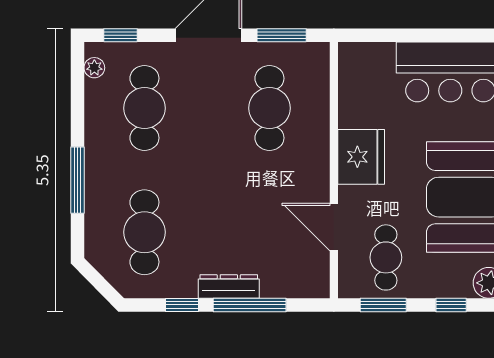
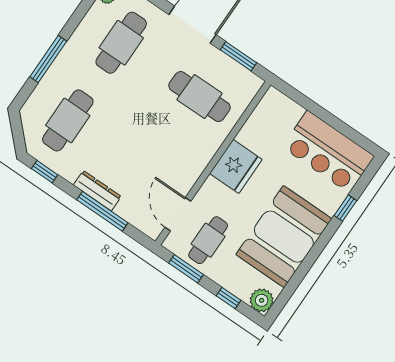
cafe table: (269, 108) -> (200, 97), turned 90
door: (334, 227) -> (178, 214), moved
window: (182, 305) -> (45, 172), moved

